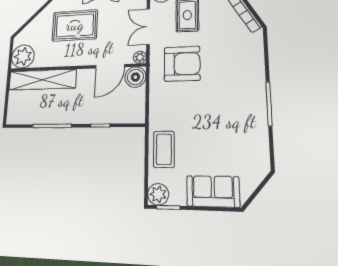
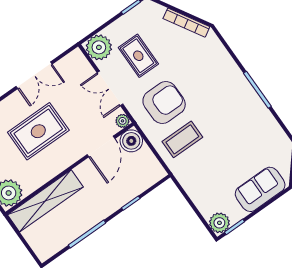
coffee table: (164, 149) -> (182, 139), moved, turned 90

